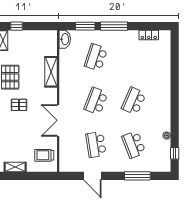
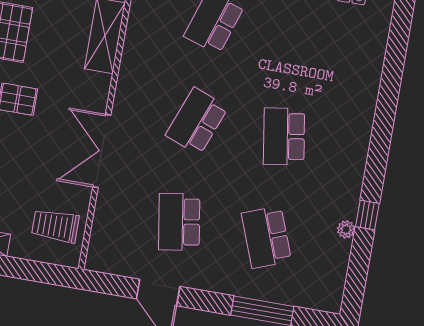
school desk: (134, 101) -> (284, 136), turned -33
window: (175, 153) -> (367, 215), moved

